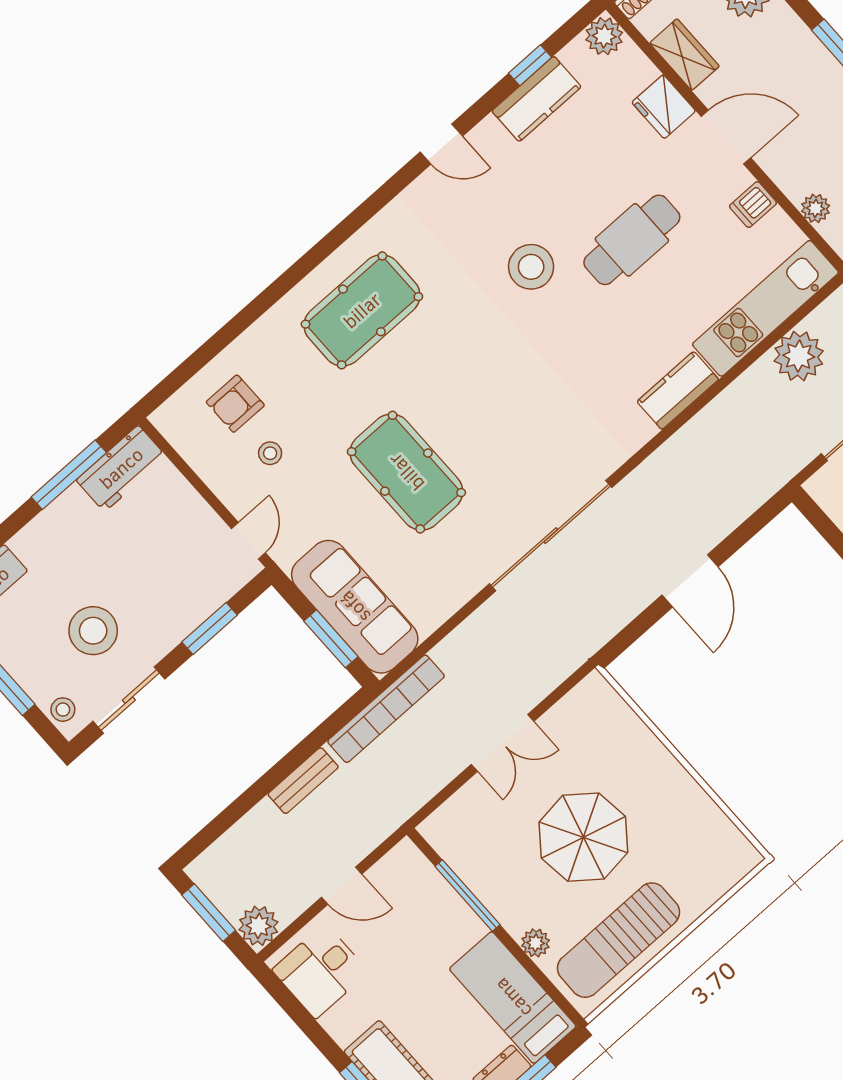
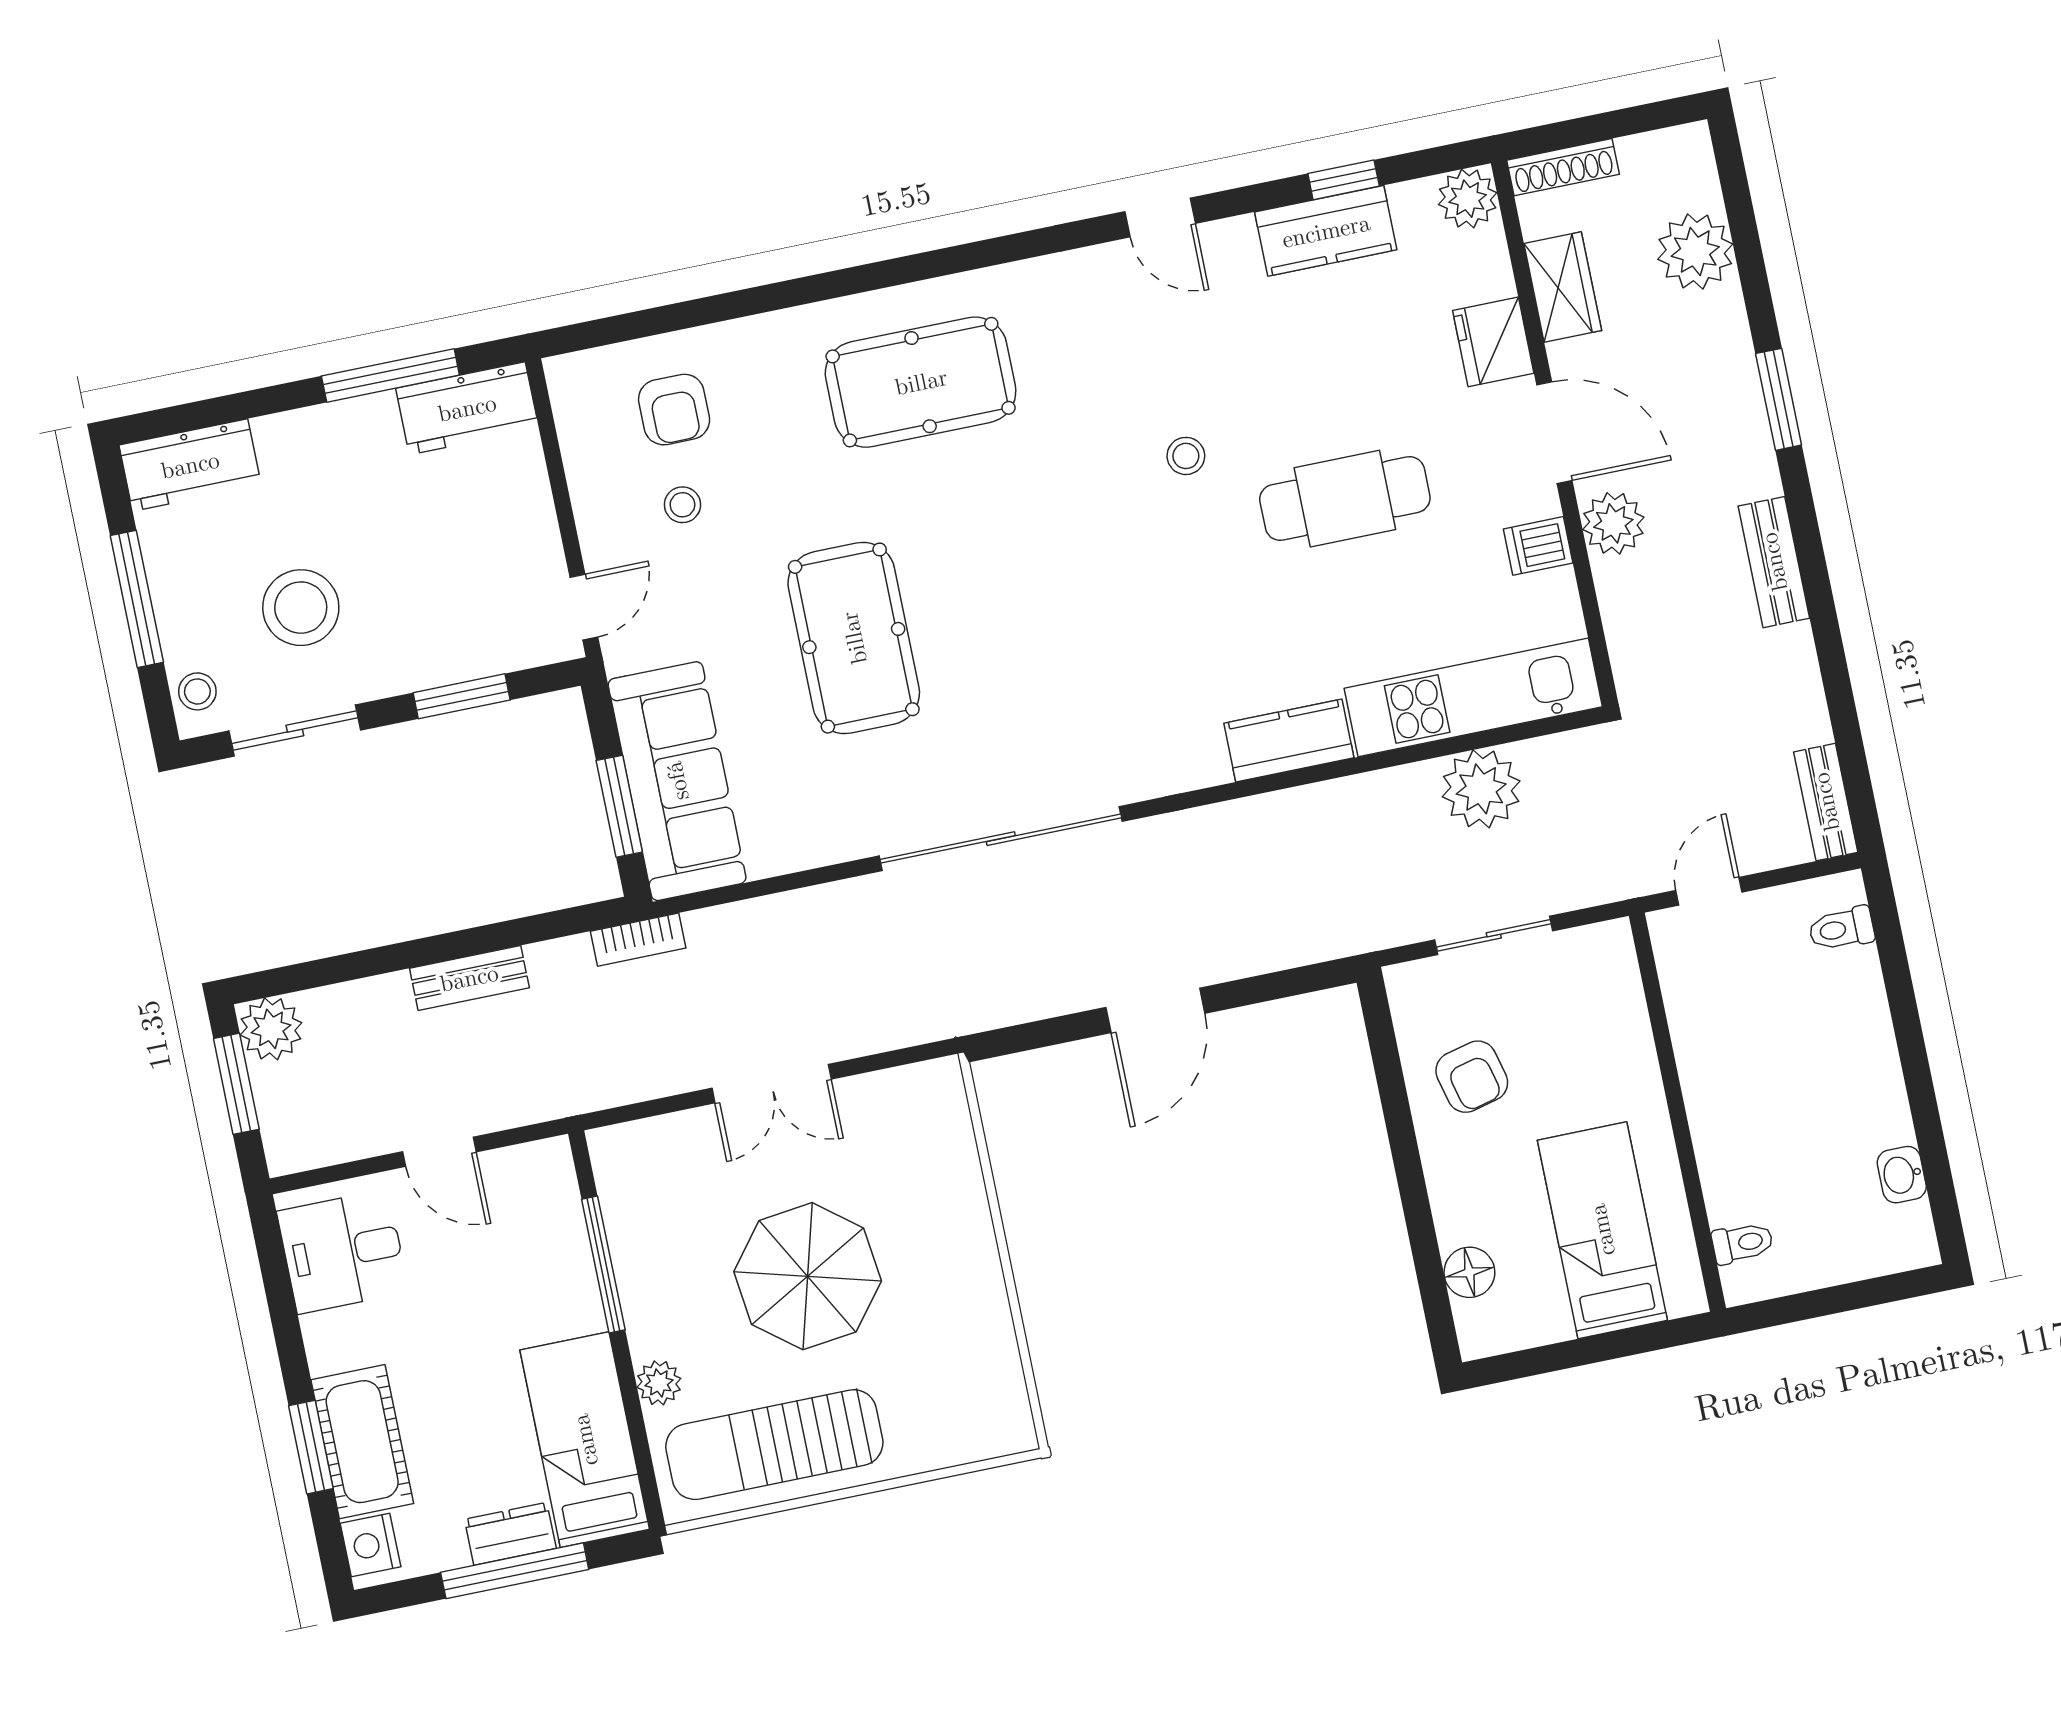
plant: (816, 208) -> (1613, 523), moved, width x1.38, depth x1.38
stool: (531, 267) -> (1186, 456), width x0.53, depth x0.53
armchair: (235, 404) -> (674, 410), turned -90
bookcase: (386, 709) -> (638, 940), width x0.43, depth x0.76
plant: (259, 926) -> (271, 1029), moved

